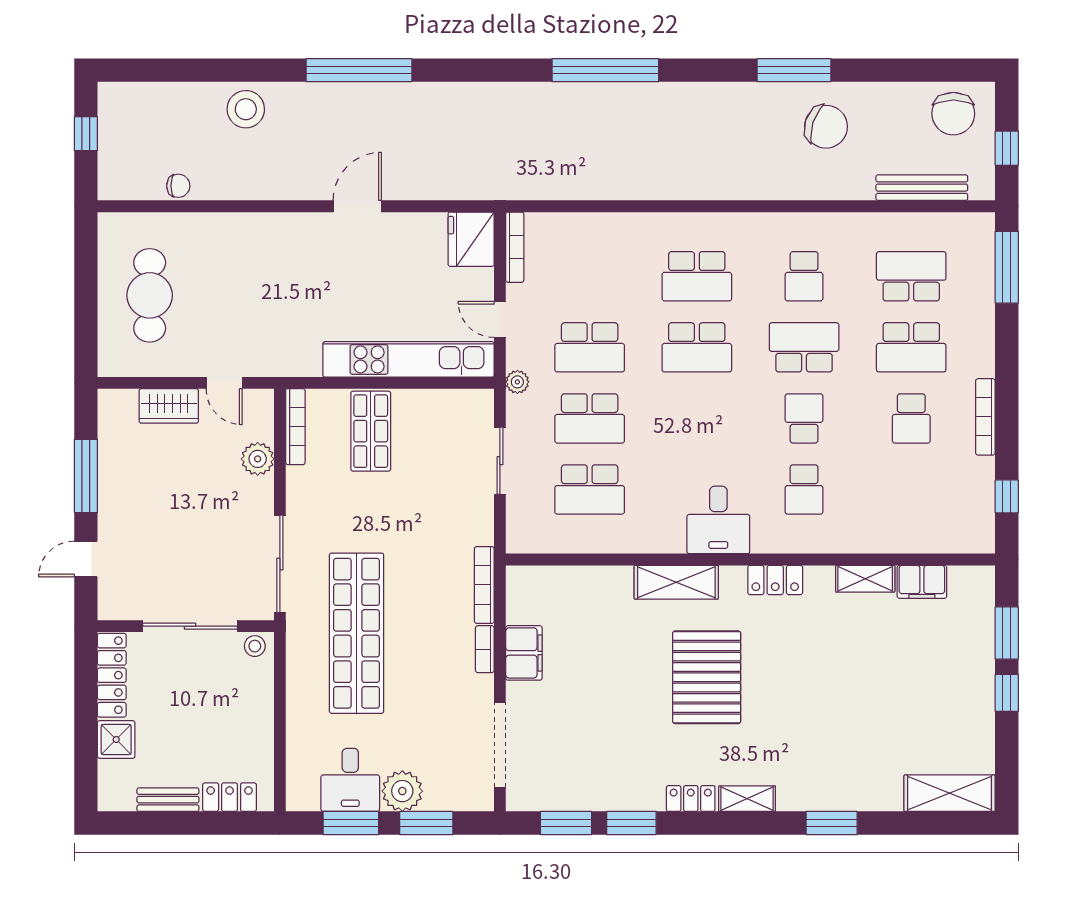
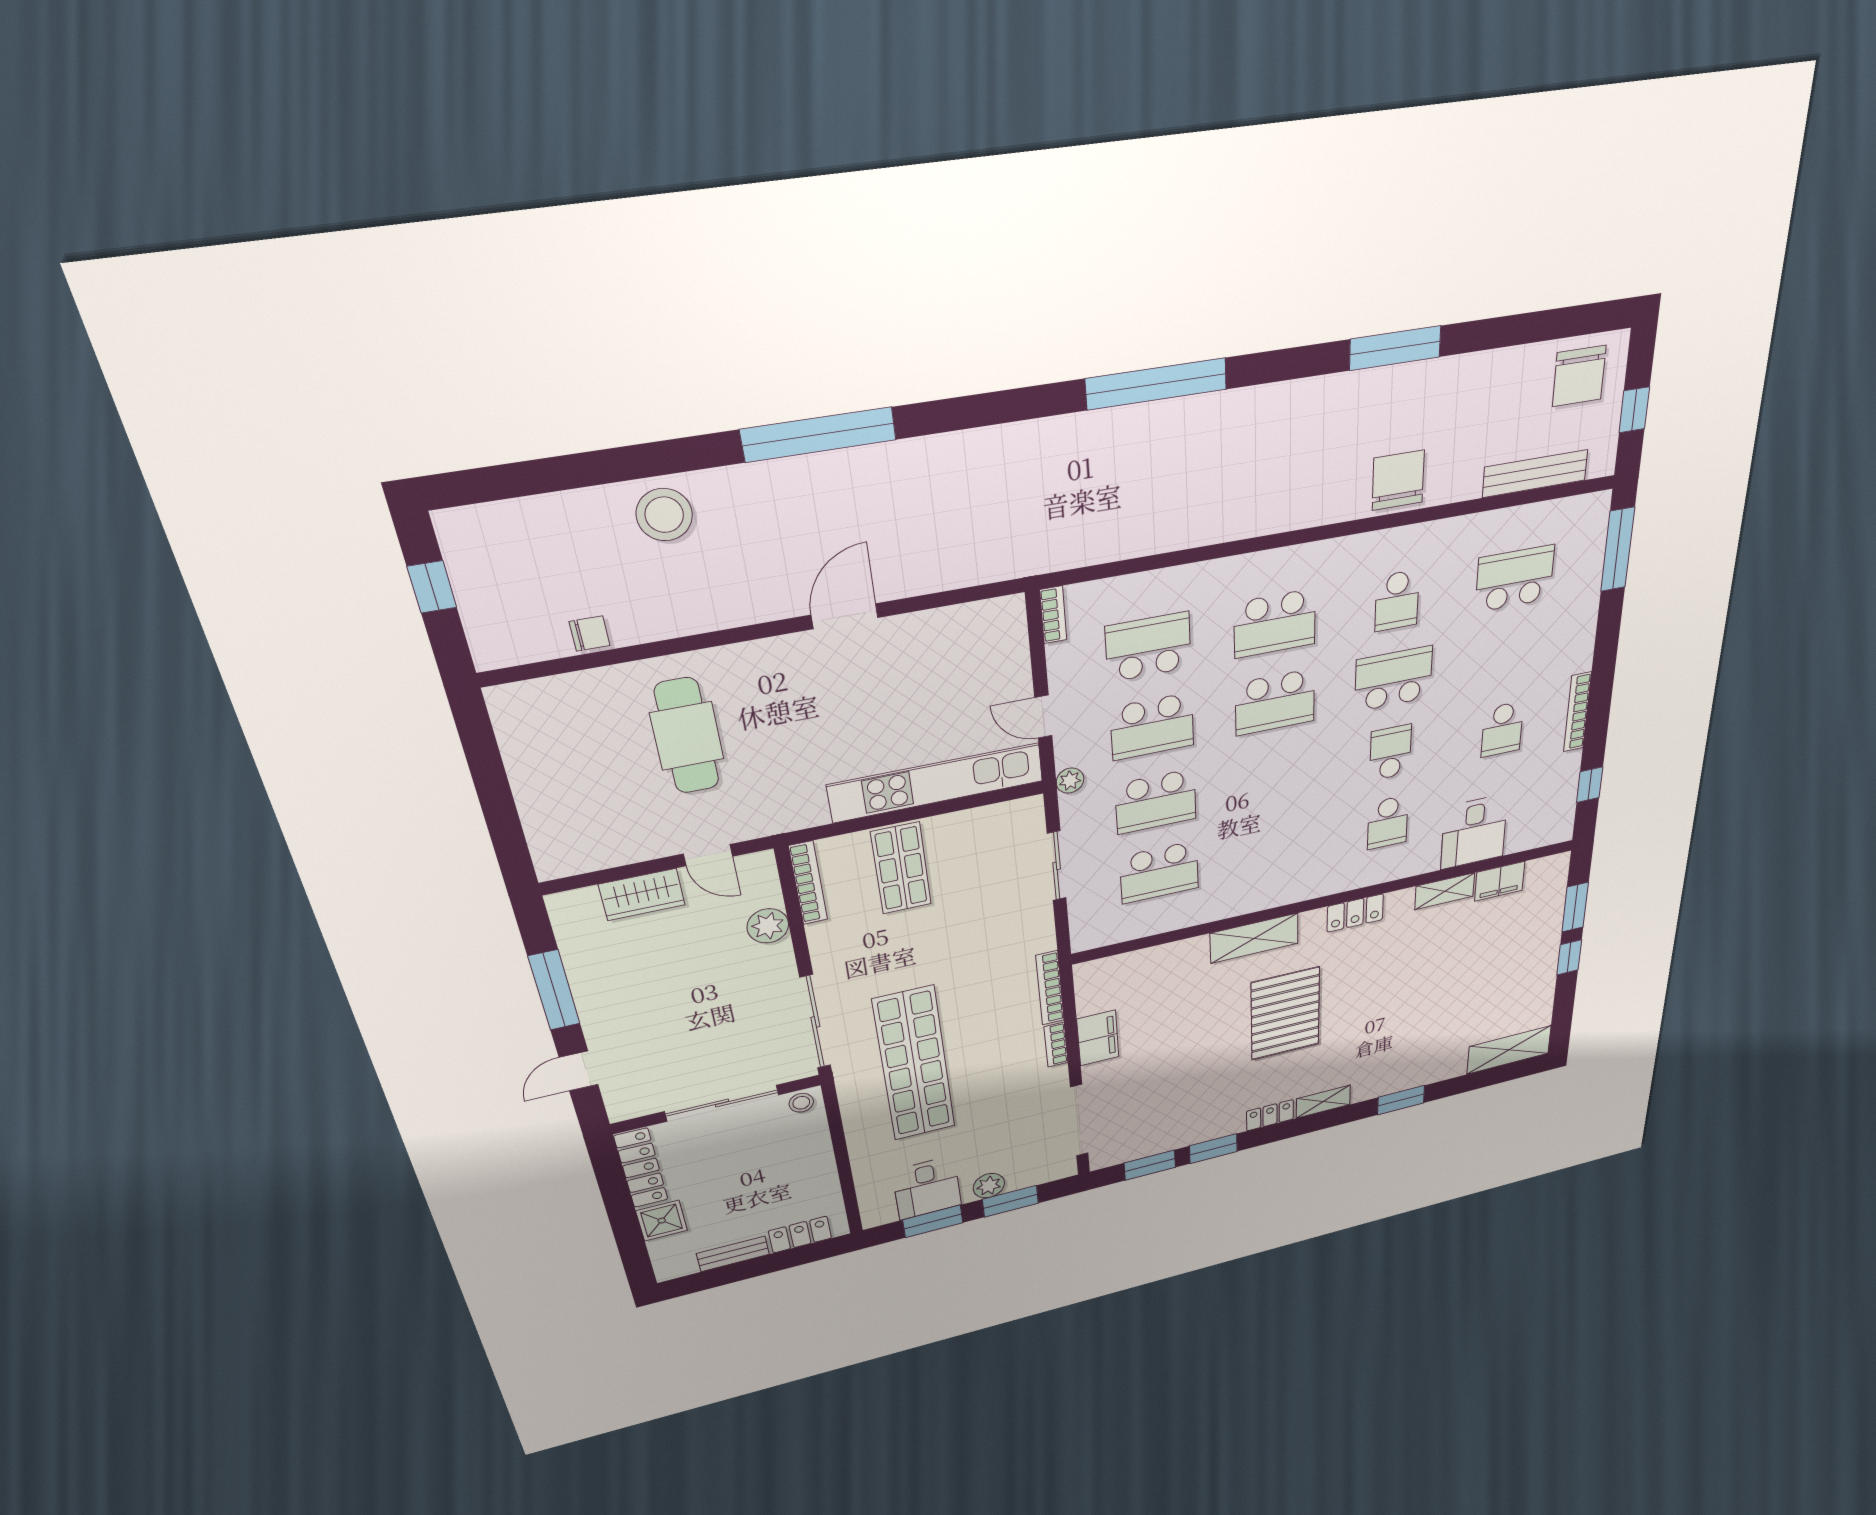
chair: (826, 127) -> (1398, 480), moved, turned -108
fridge: (471, 239) -> (999, 630), removed
bookcase: (515, 247) -> (1053, 615), width x0.64
cafe table: (150, 295) -> (687, 736), moved
school desk: (911, 347) -> (1148, 647), moved, turned 180
desk: (718, 520) -> (1474, 832), moved
plant: (402, 791) -> (989, 1186), width x0.73, depth x0.73

